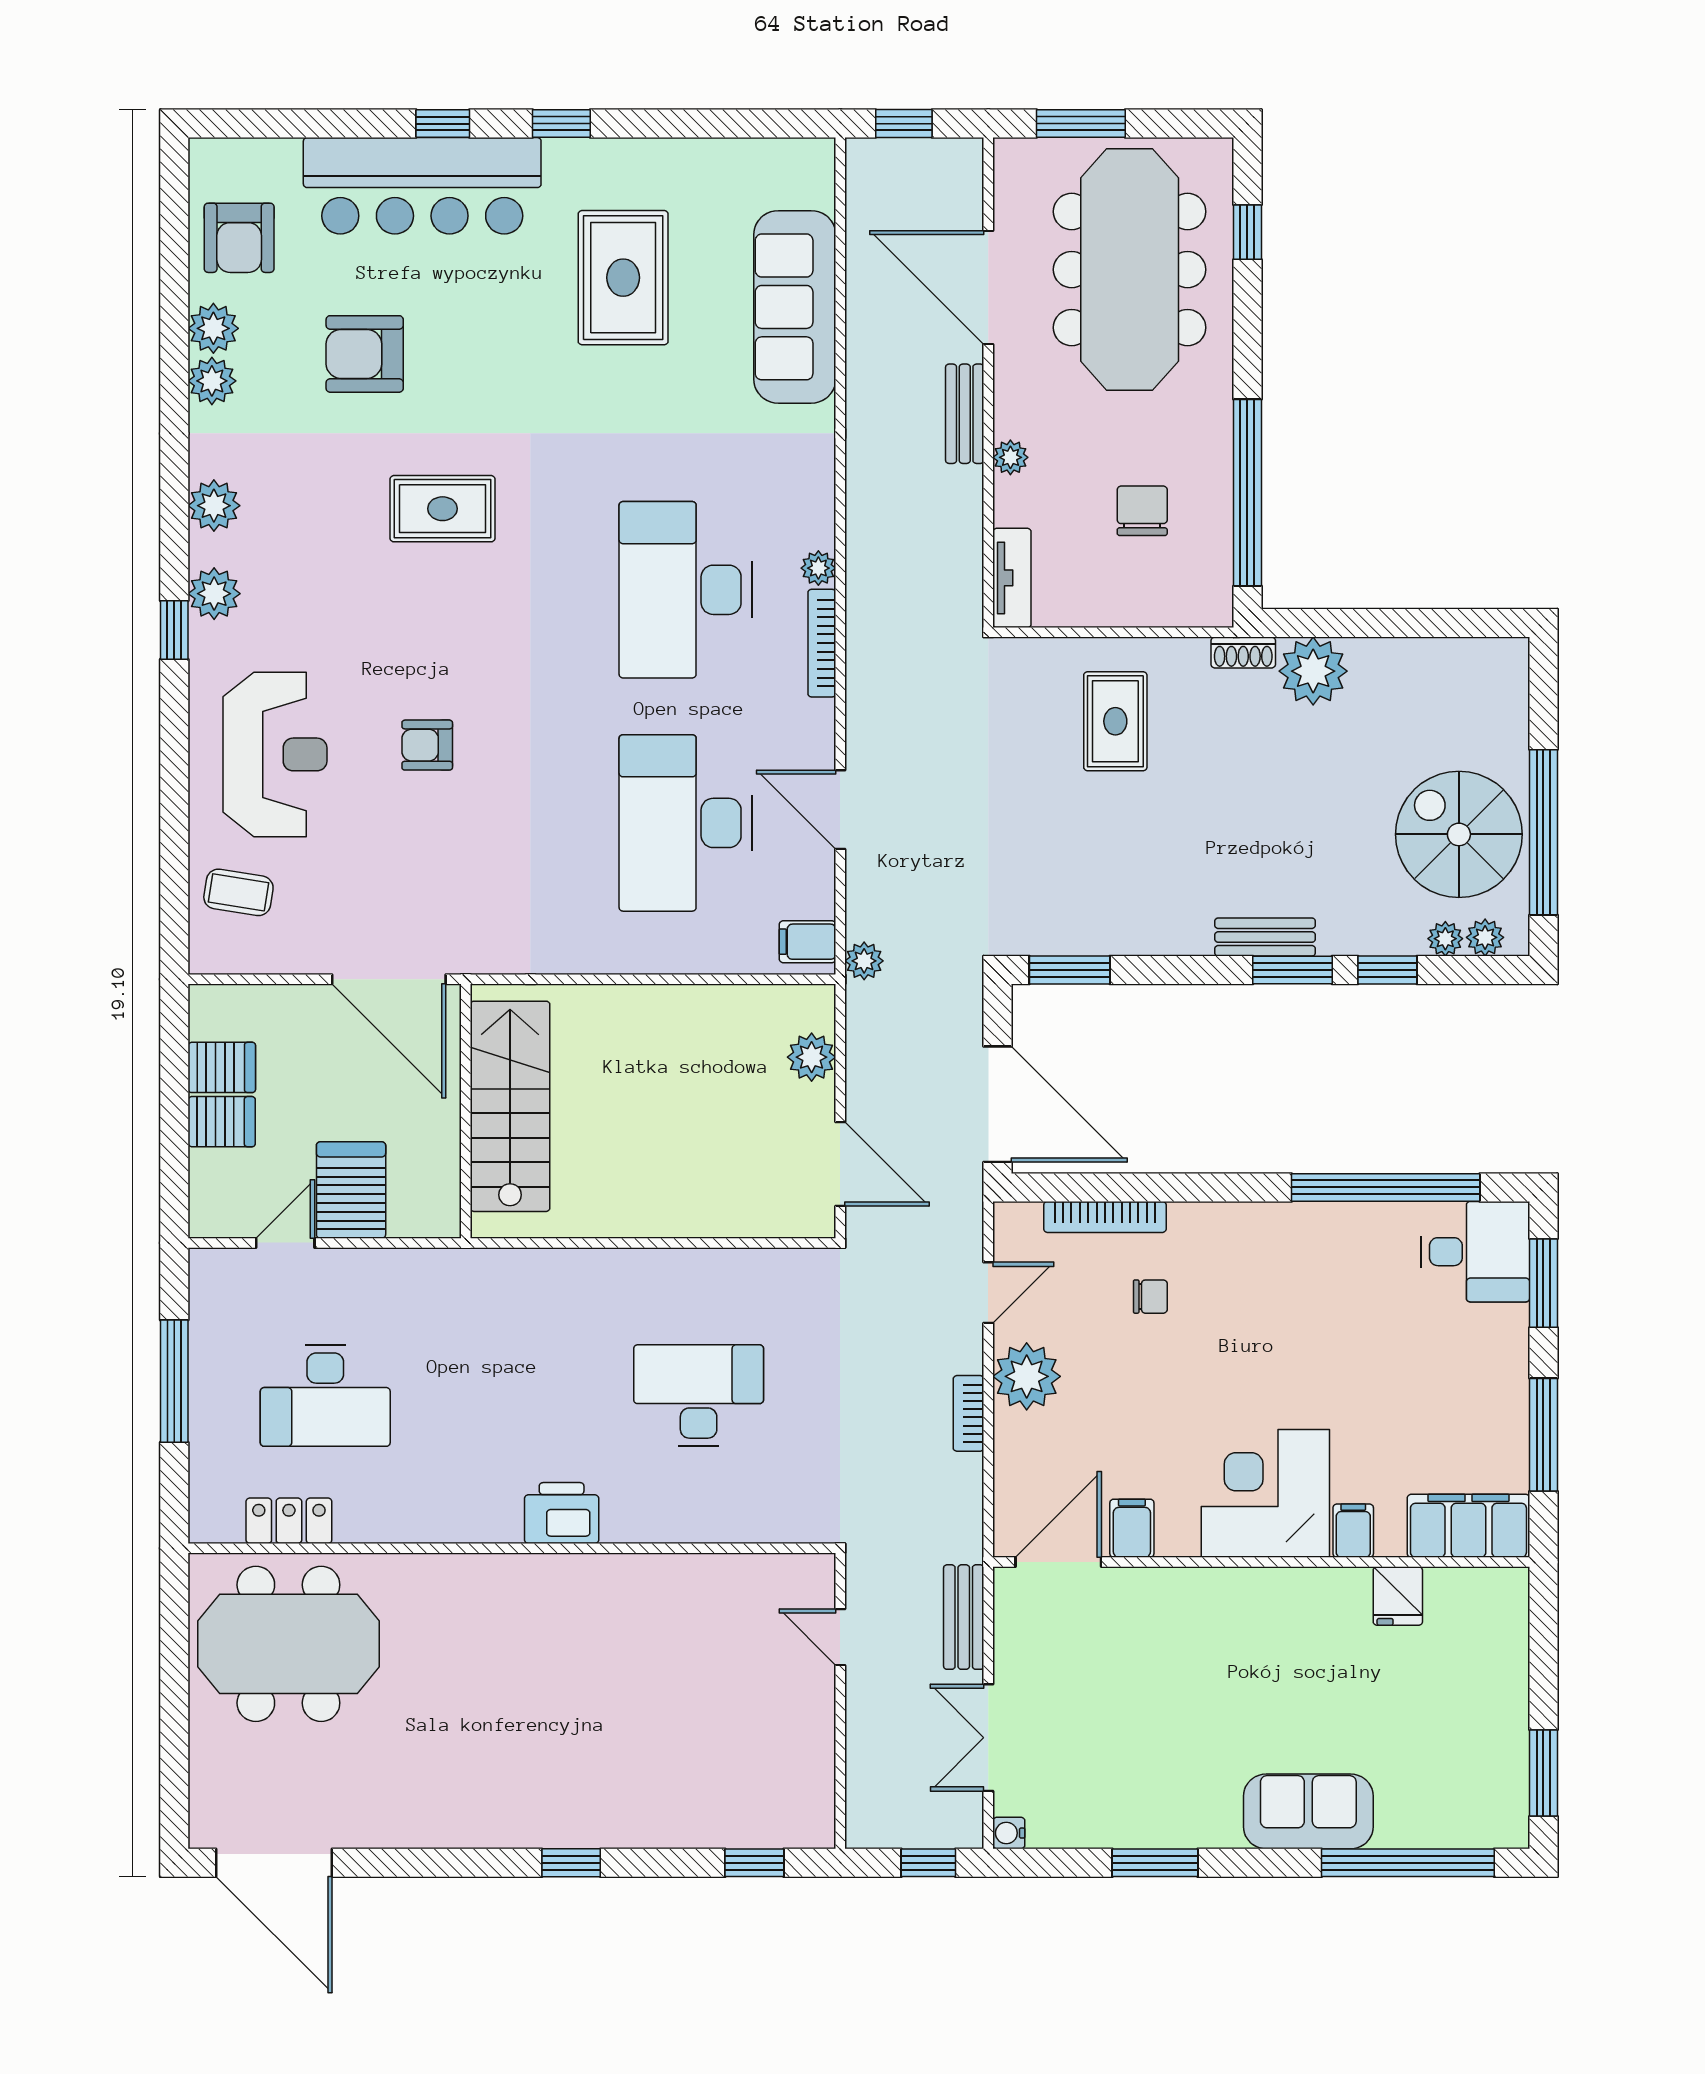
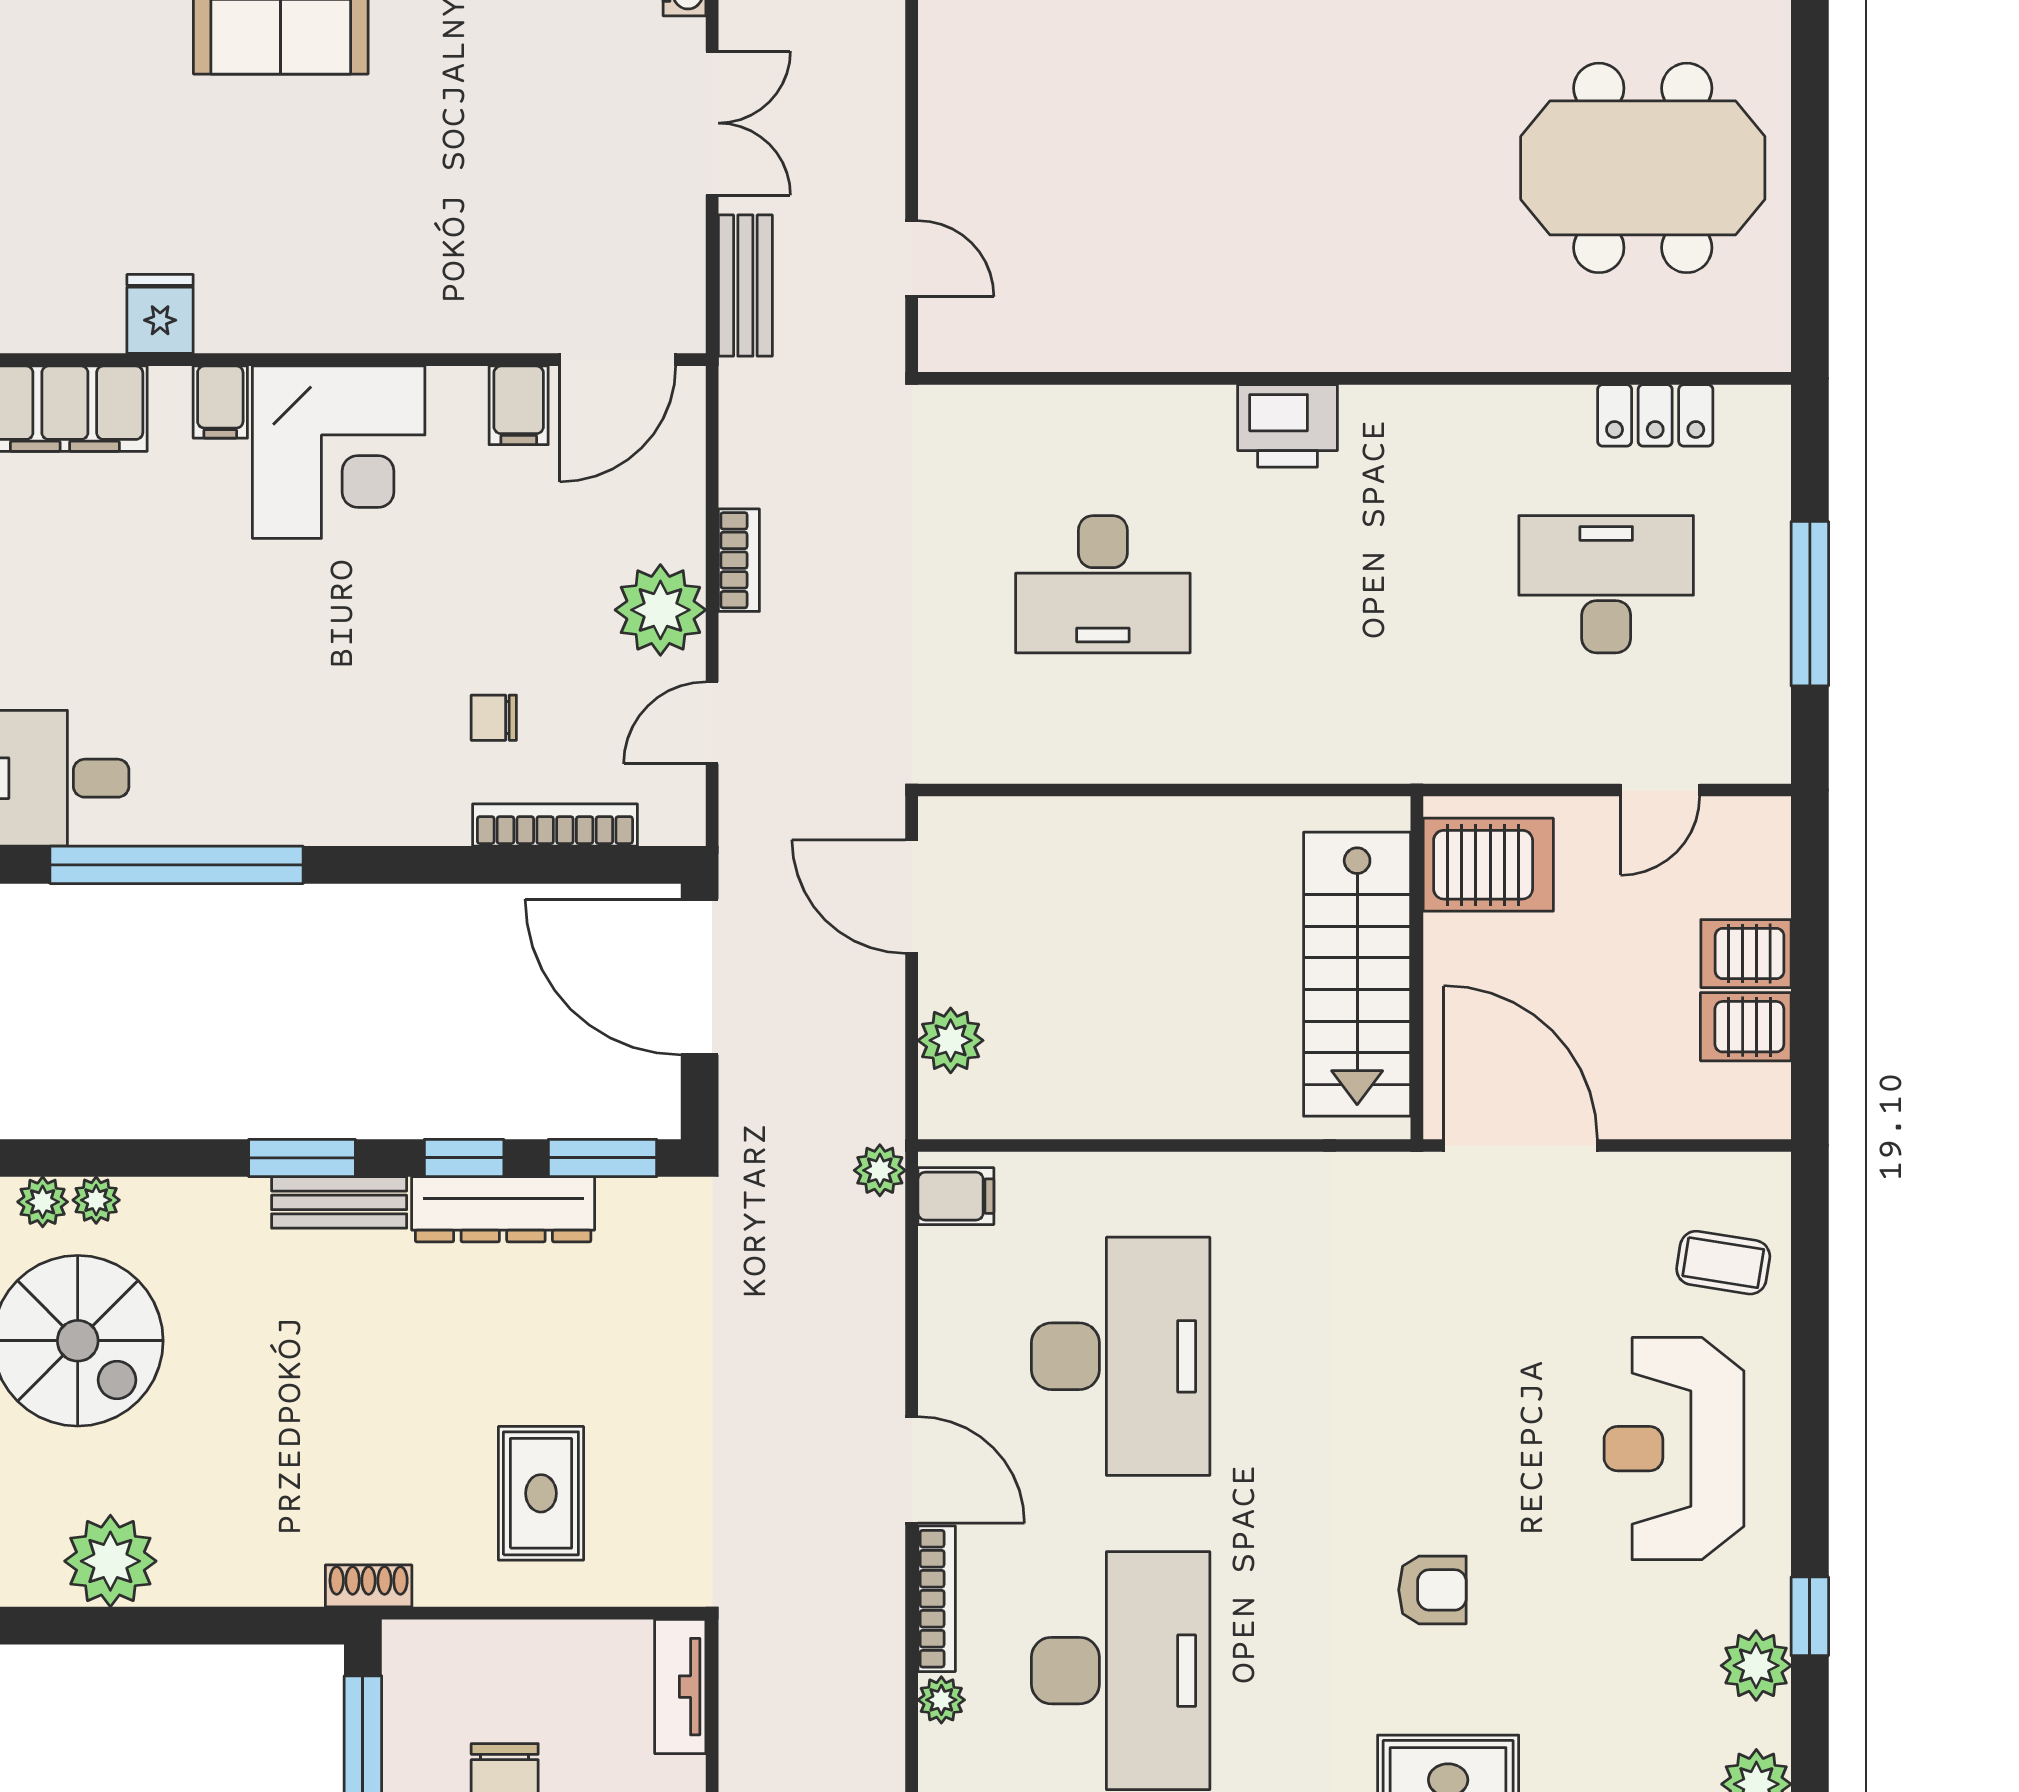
plant: (1313, 671) -> (110, 1561), moved
armchair: (427, 745) -> (1432, 1590), moved
door: (840, 810) -> (912, 1470), moved
dresser: (1143, 932) -> (503, 1209), added
window: (1387, 970) -> (464, 1158), moved
server rack: (351, 1190) -> (1488, 865), moved, turned -90
meeting table: (288, 1644) -> (1643, 168), moved

